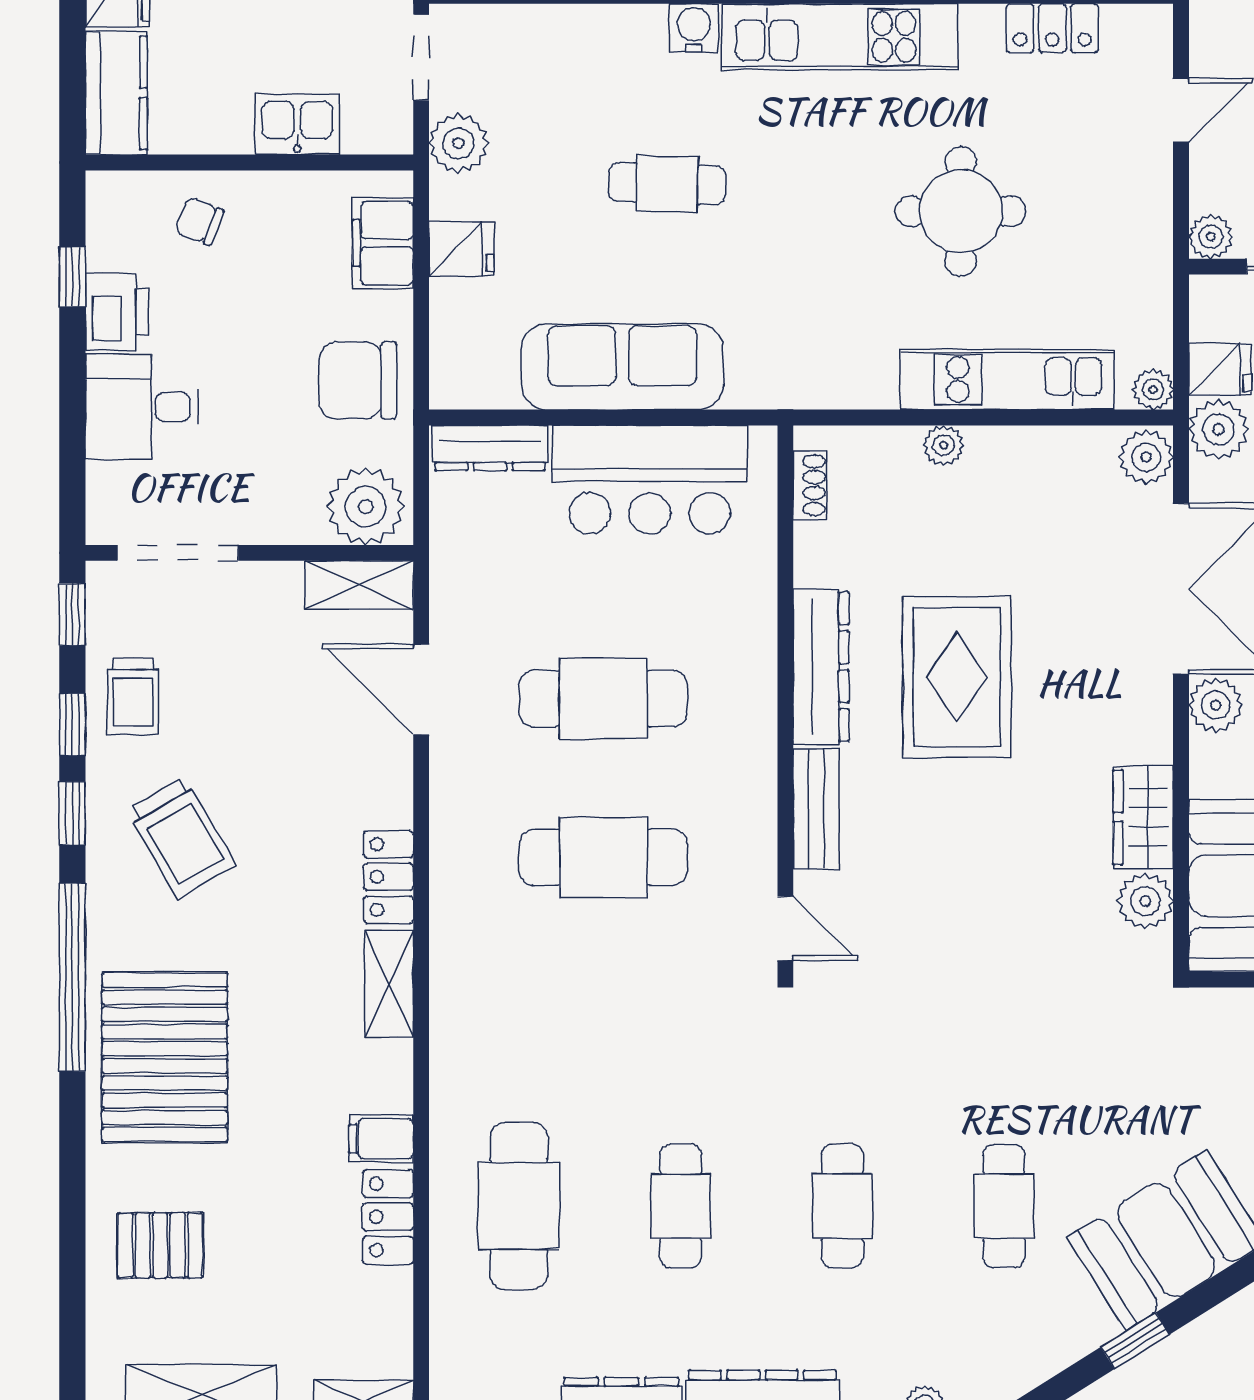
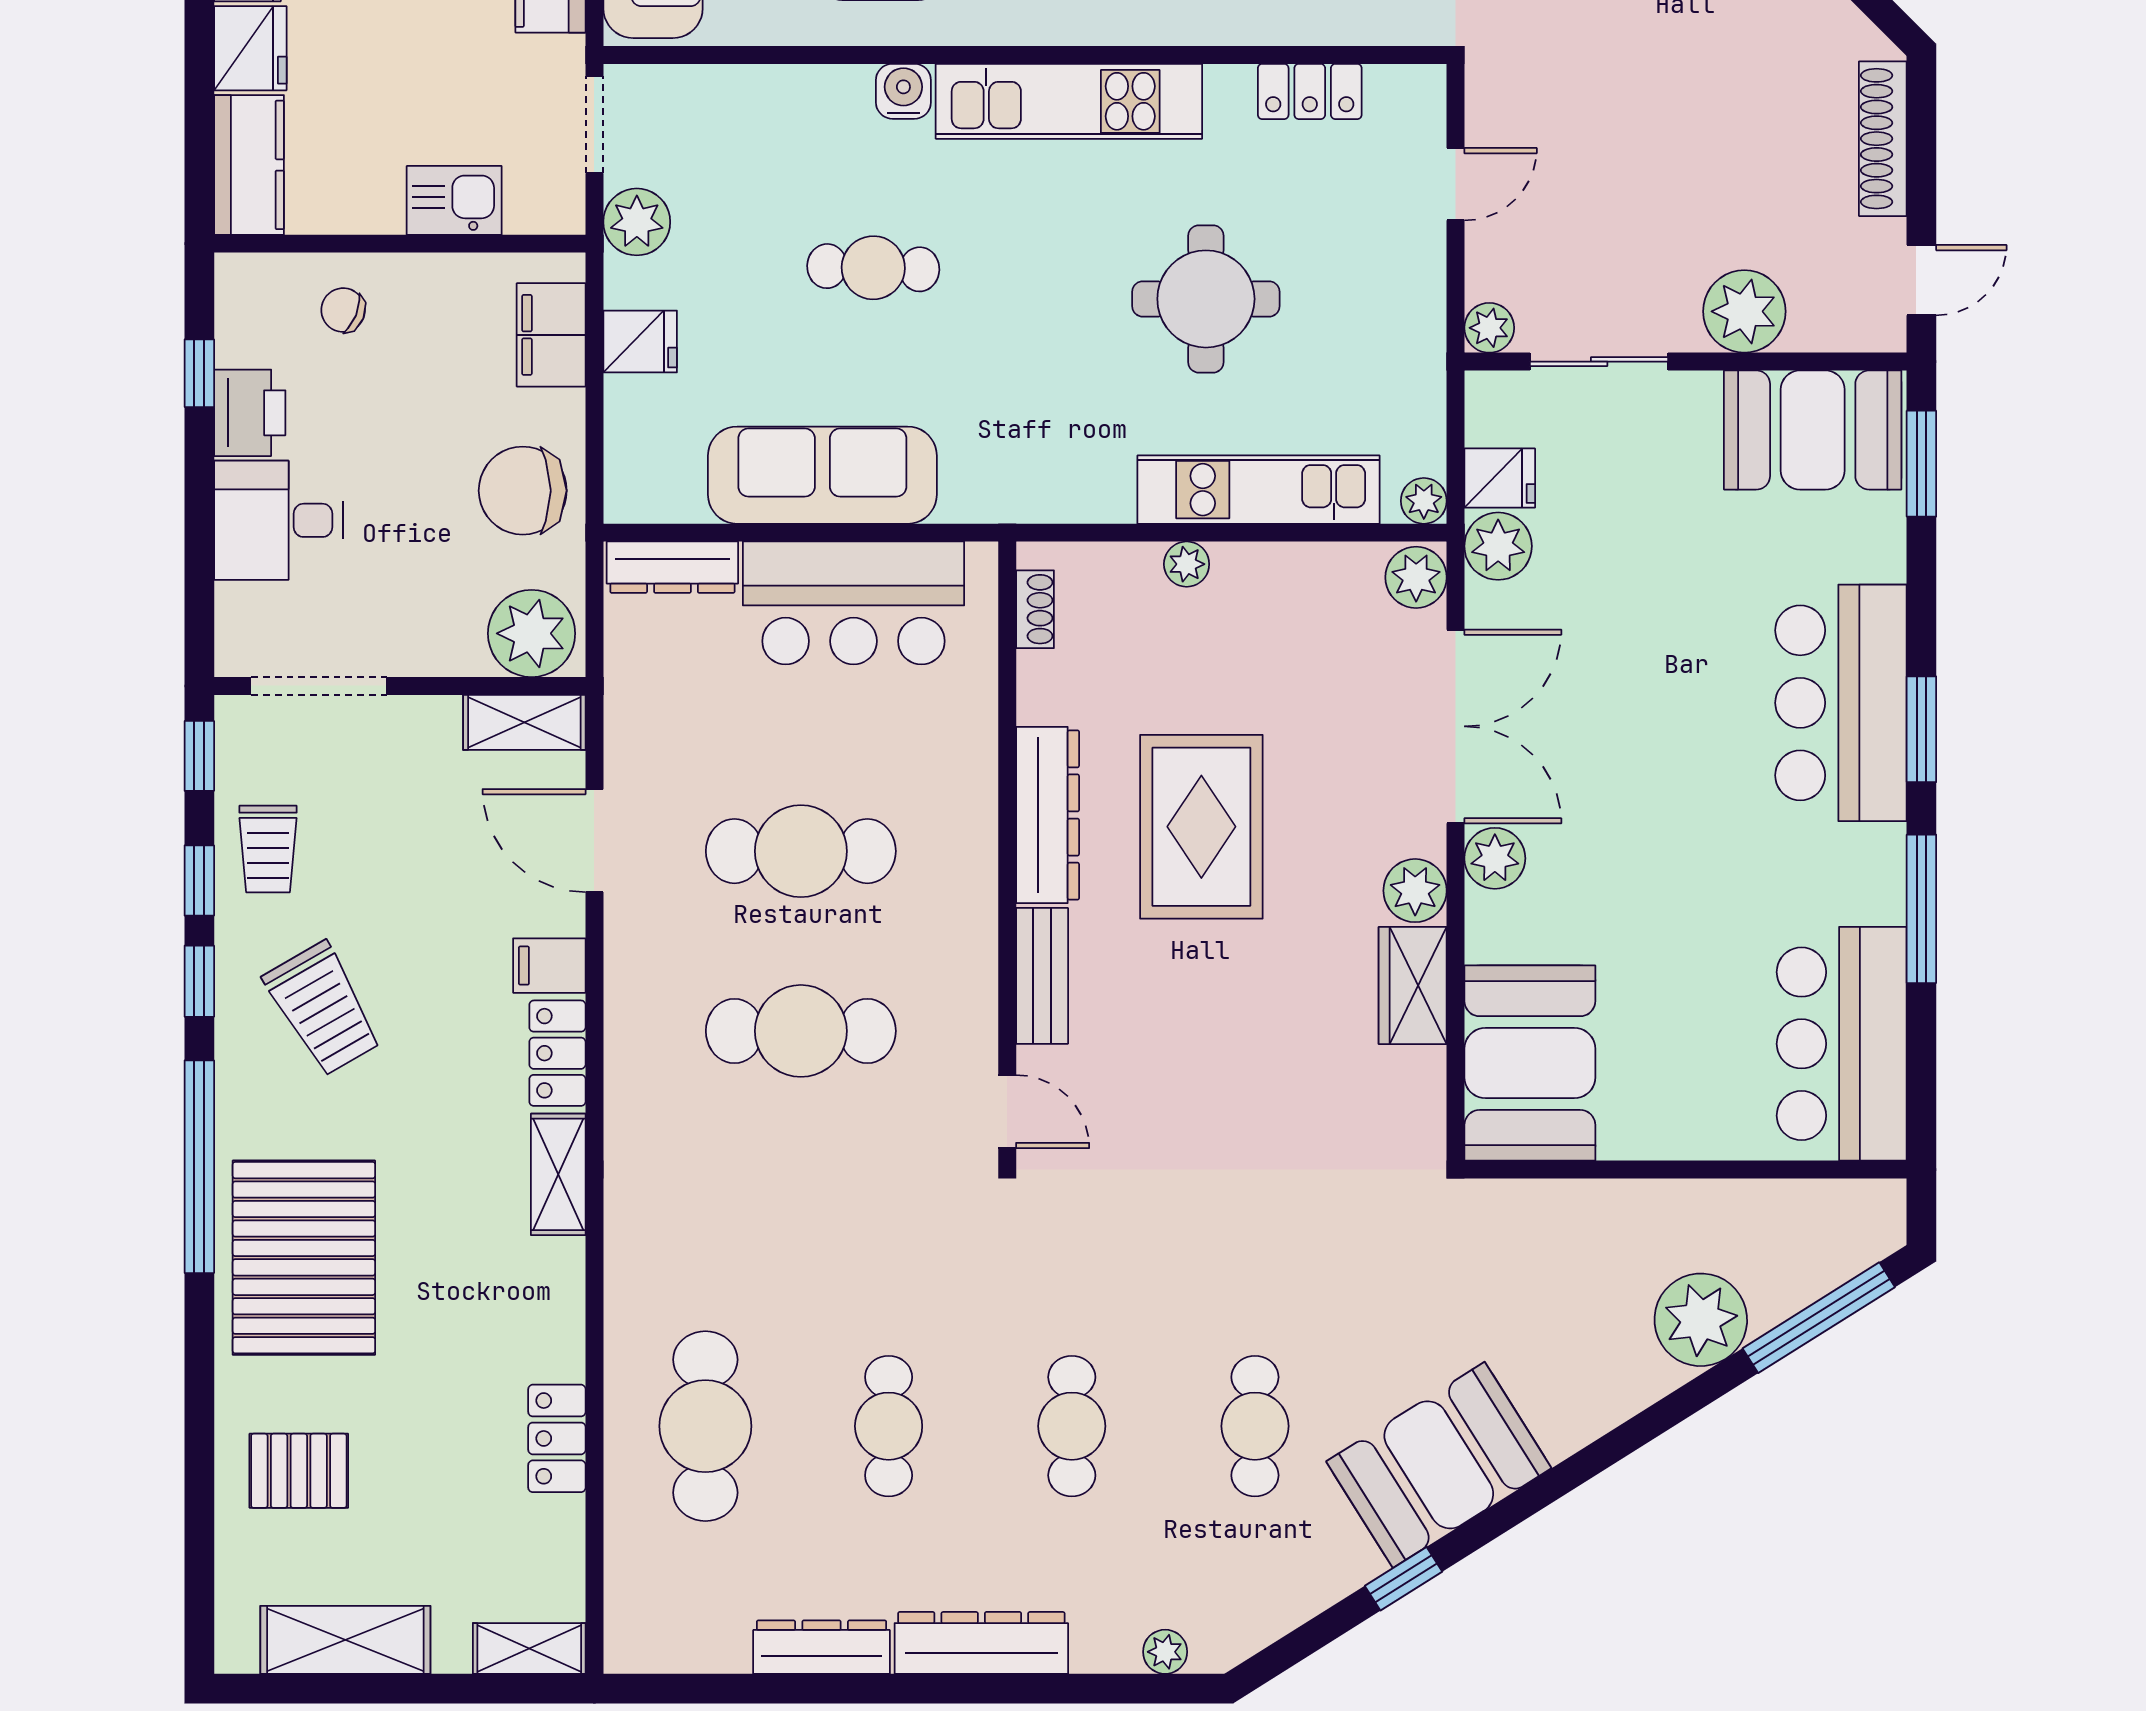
plant: (1145, 901) -> (1415, 891), moved
filing cabinet: (381, 1139) -> (549, 966), moved

